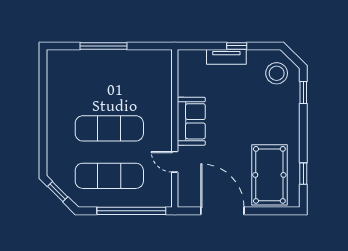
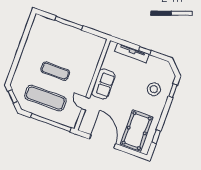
tv unit: (226, 57) -> (132, 53), width x1.41
stool: (277, 73) -> (154, 89), moved
exercise mat: (109, 128) -> (55, 71), width x0.73, depth x0.69

